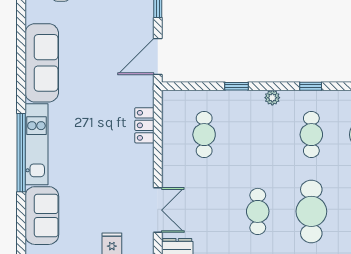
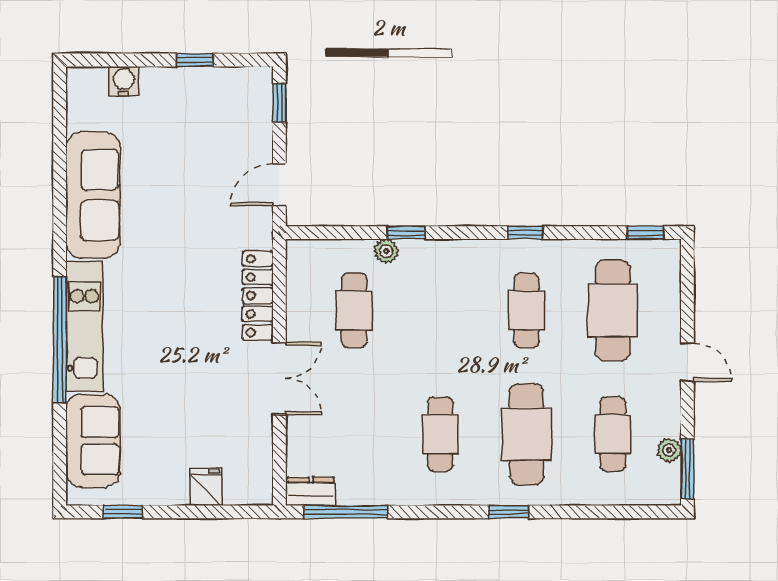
door: (158, 56) -> (279, 185), width x0.73
plant: (272, 98) -> (386, 251), moved
locker: (144, 125) -> (258, 296), width x1.53
double door: (158, 210) -> (279, 379), moved

